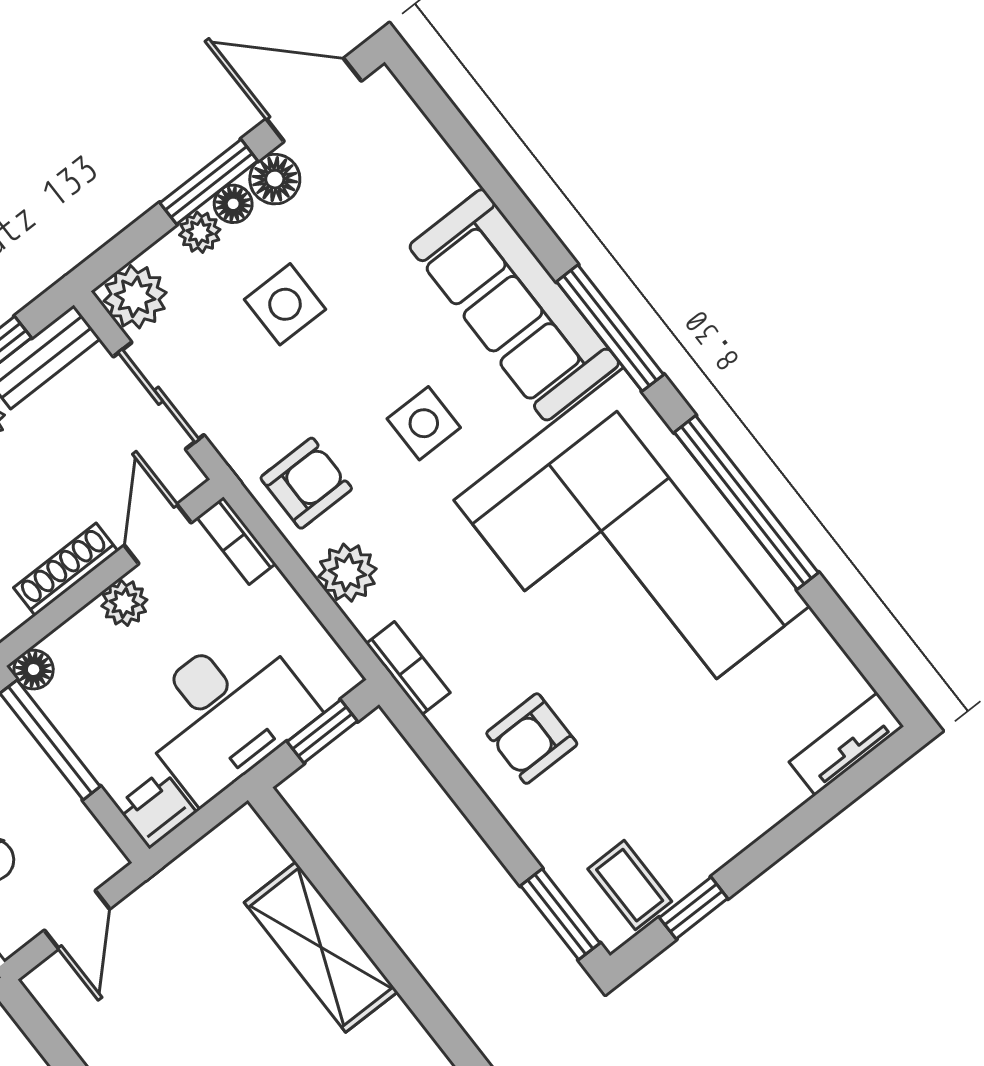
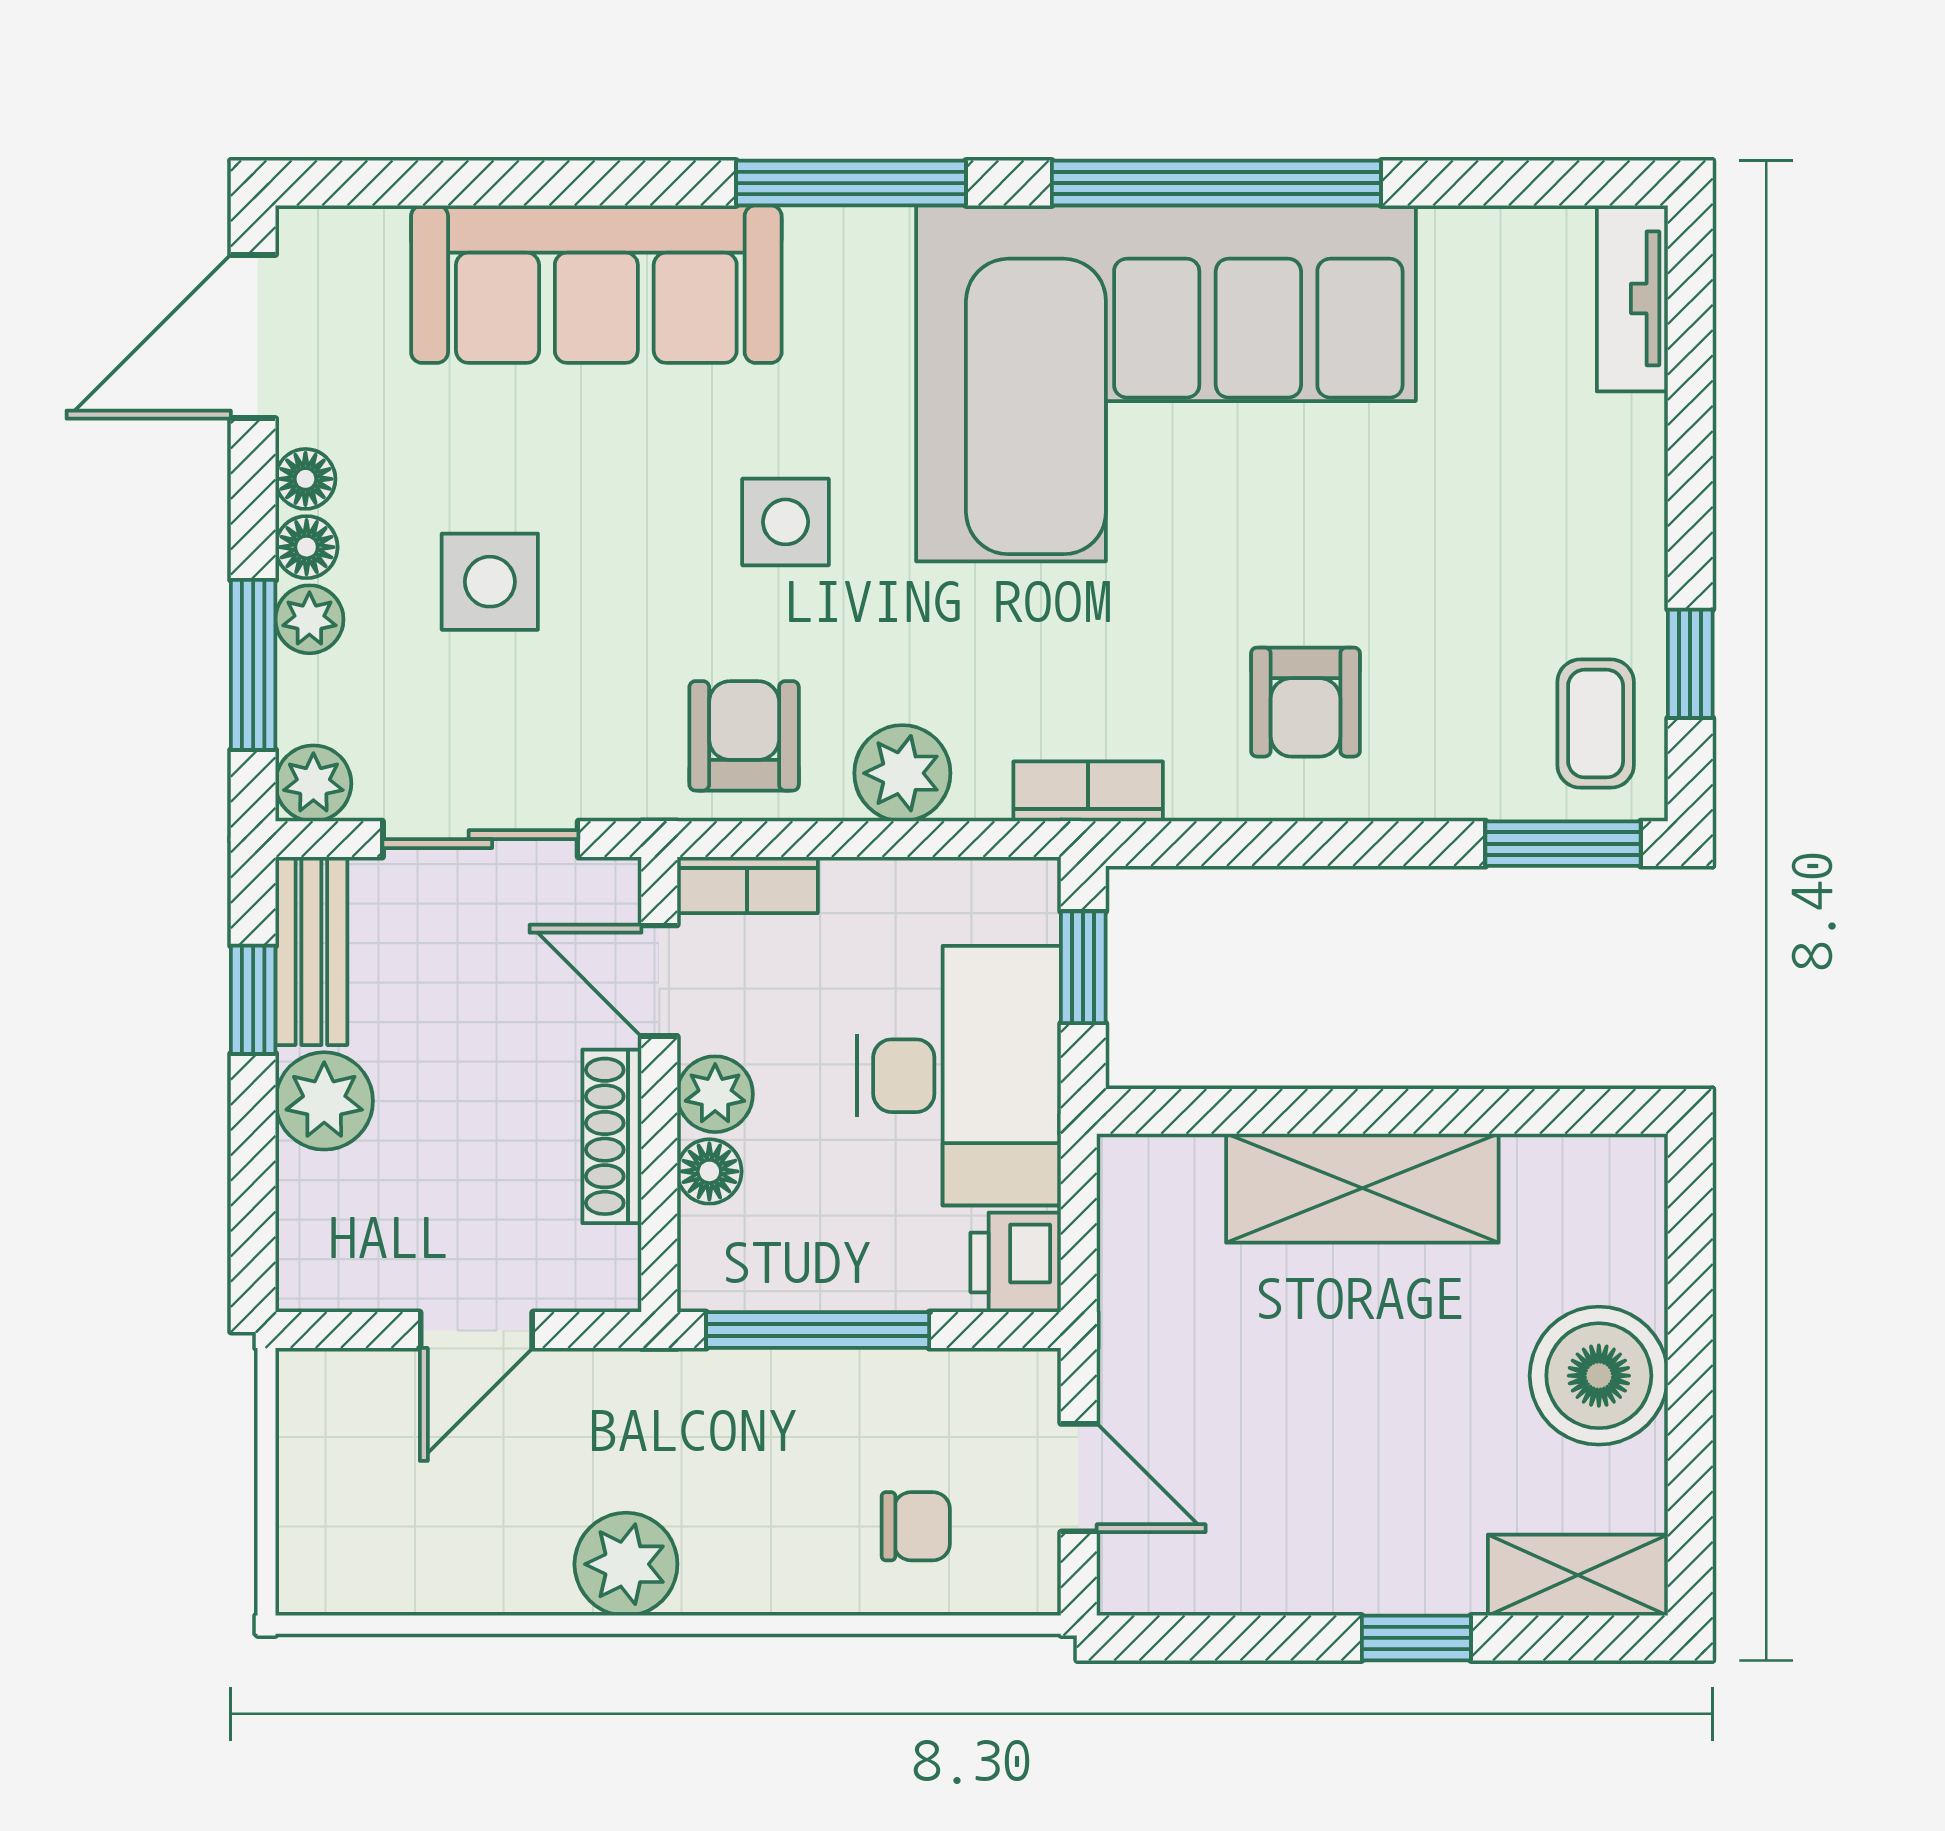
floor lamp: (275, 179) -> (305, 479), width x0.73, depth x0.73
window: (209, 182) -> (253, 665), moved
plant: (135, 297) -> (313, 783), width x0.73, depth x0.73
sofa: (514, 305) -> (596, 284), moved
floor lamp: (34, 670) -> (709, 1171), moved
coffee table: (630, 885) -> (1596, 724), turned 90

